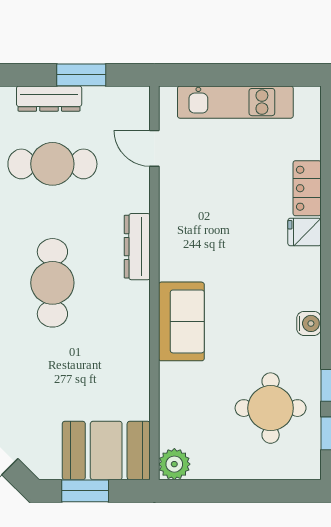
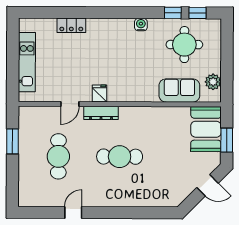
dresser: (49, 99) -> (25, 158), removed
door: (154, 148) -> (70, 104), moved
fridge: (305, 232) -> (100, 93), moved, turned 180
sofa: (181, 321) -> (179, 90), moved
plant: (174, 464) -> (213, 82), moved

